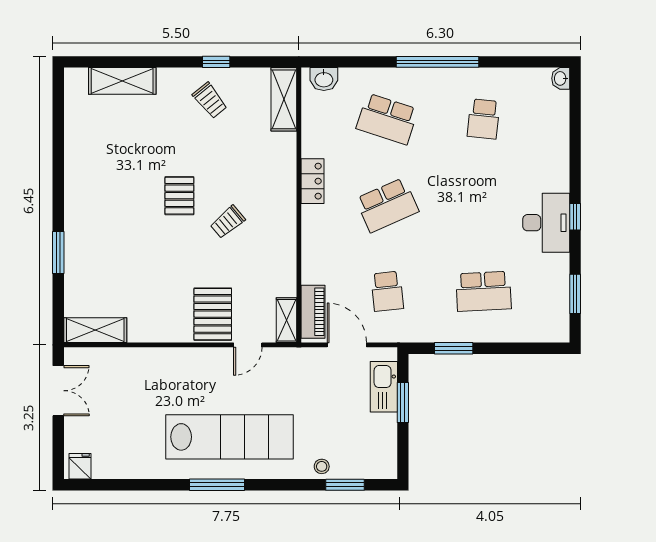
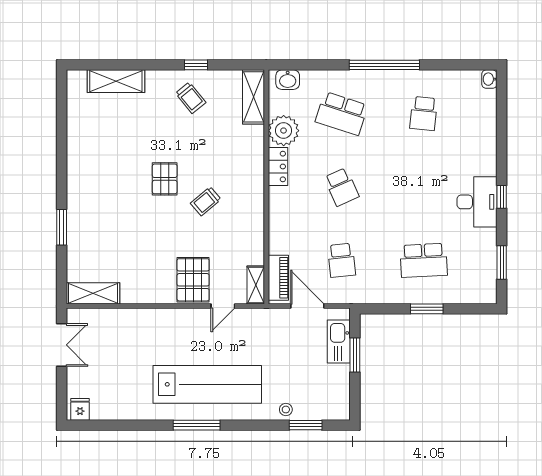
plant: (319, 139) -> (284, 131), added
school desk: (387, 205) -> (342, 187), width x0.54
window: (454, 348) -> (427, 309), moved

